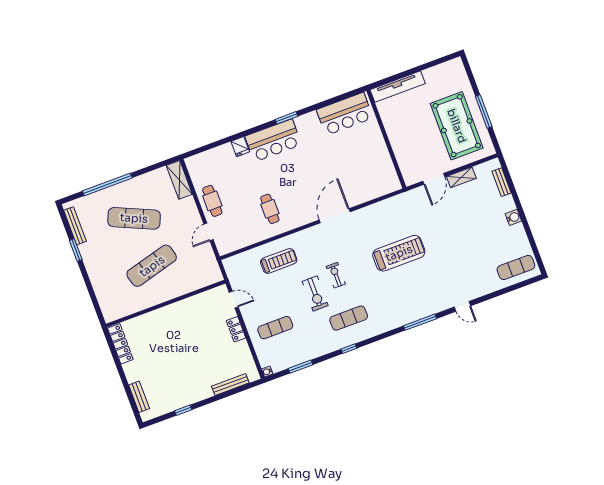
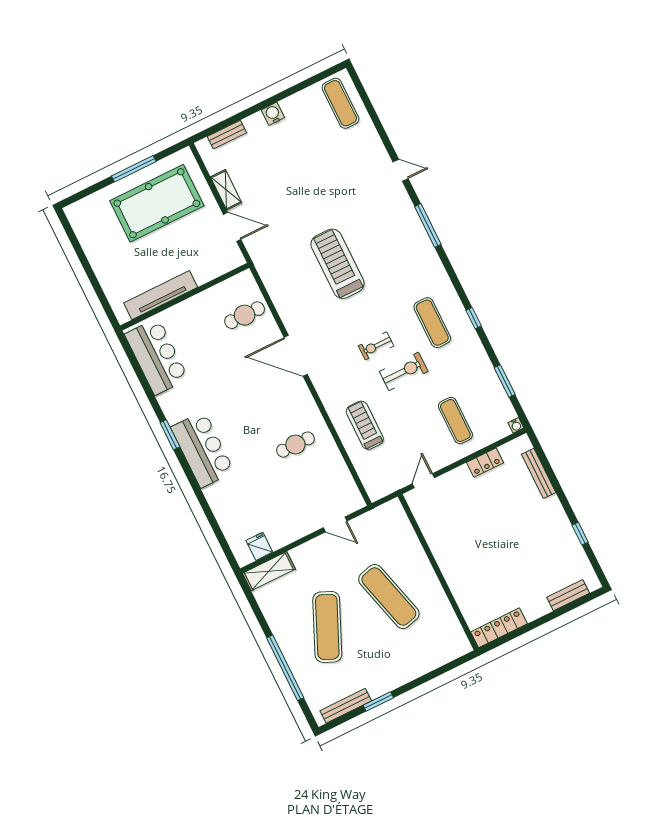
tv unit: (398, 87) -> (161, 295), moved, turned -90
fridge: (240, 147) -> (259, 546), moved, turned -90
cafe table: (212, 201) -> (245, 315), moved
door: (462, 306) -> (401, 170), hinge flipped
locker: (236, 329) -> (485, 463), moved

